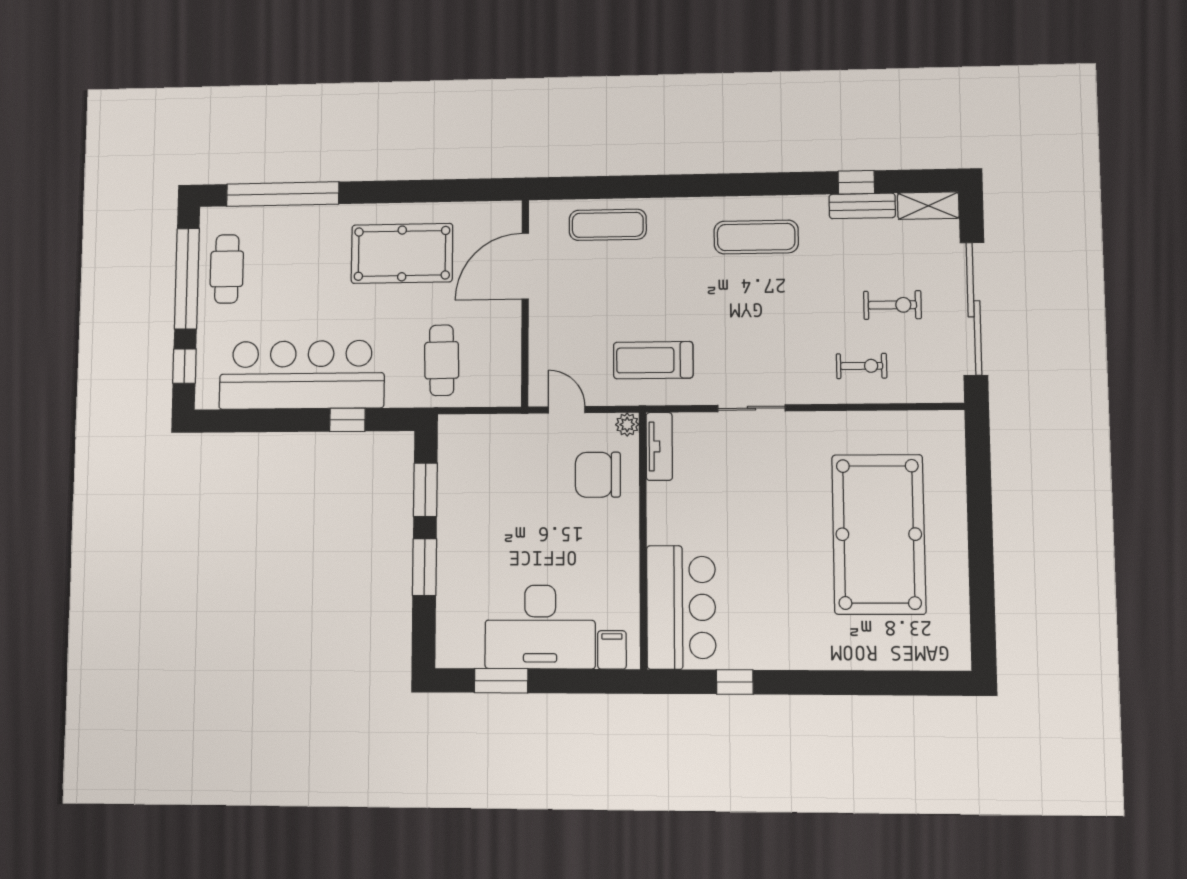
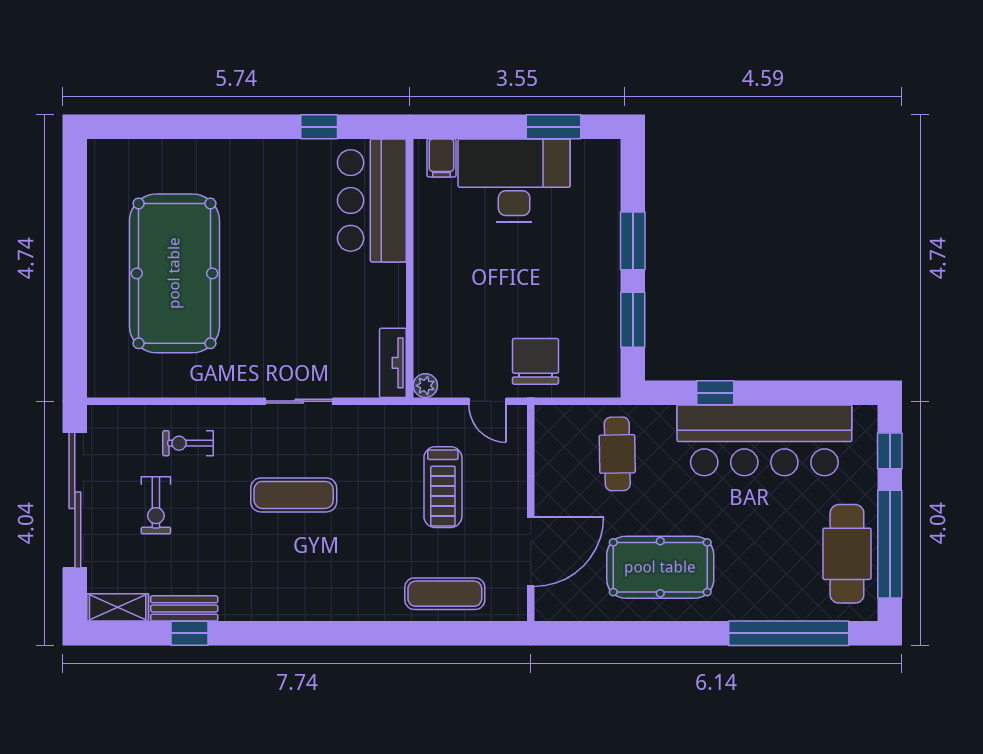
exercise mat: (756, 237) -> (294, 495), moved
cafe table: (227, 269) -> (847, 554), width x1.37, depth x1.35
exercise bike: (892, 305) -> (156, 505), turned -90
treadmill: (653, 360) -> (443, 487), moved, turned 90
chair: (598, 475) -> (535, 361), moved, turned -90

